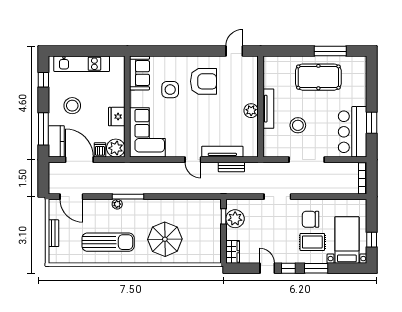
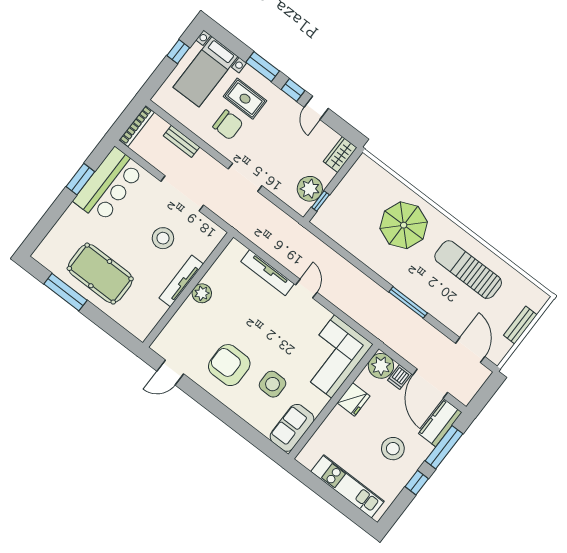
window: (43, 80) -> (417, 483), moved
bench: (231, 167) -> (182, 141), moved
plant: (117, 204) -> (426, 303), removed

